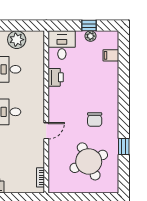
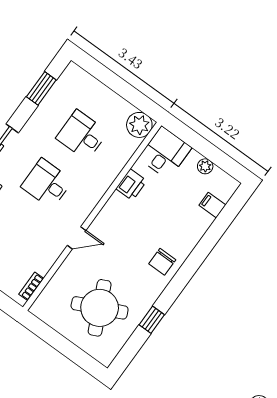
window: (89, 26) -> (212, 153), removed
plant: (17, 40) -> (139, 125), moved
chair: (95, 119) -> (162, 262), moved

